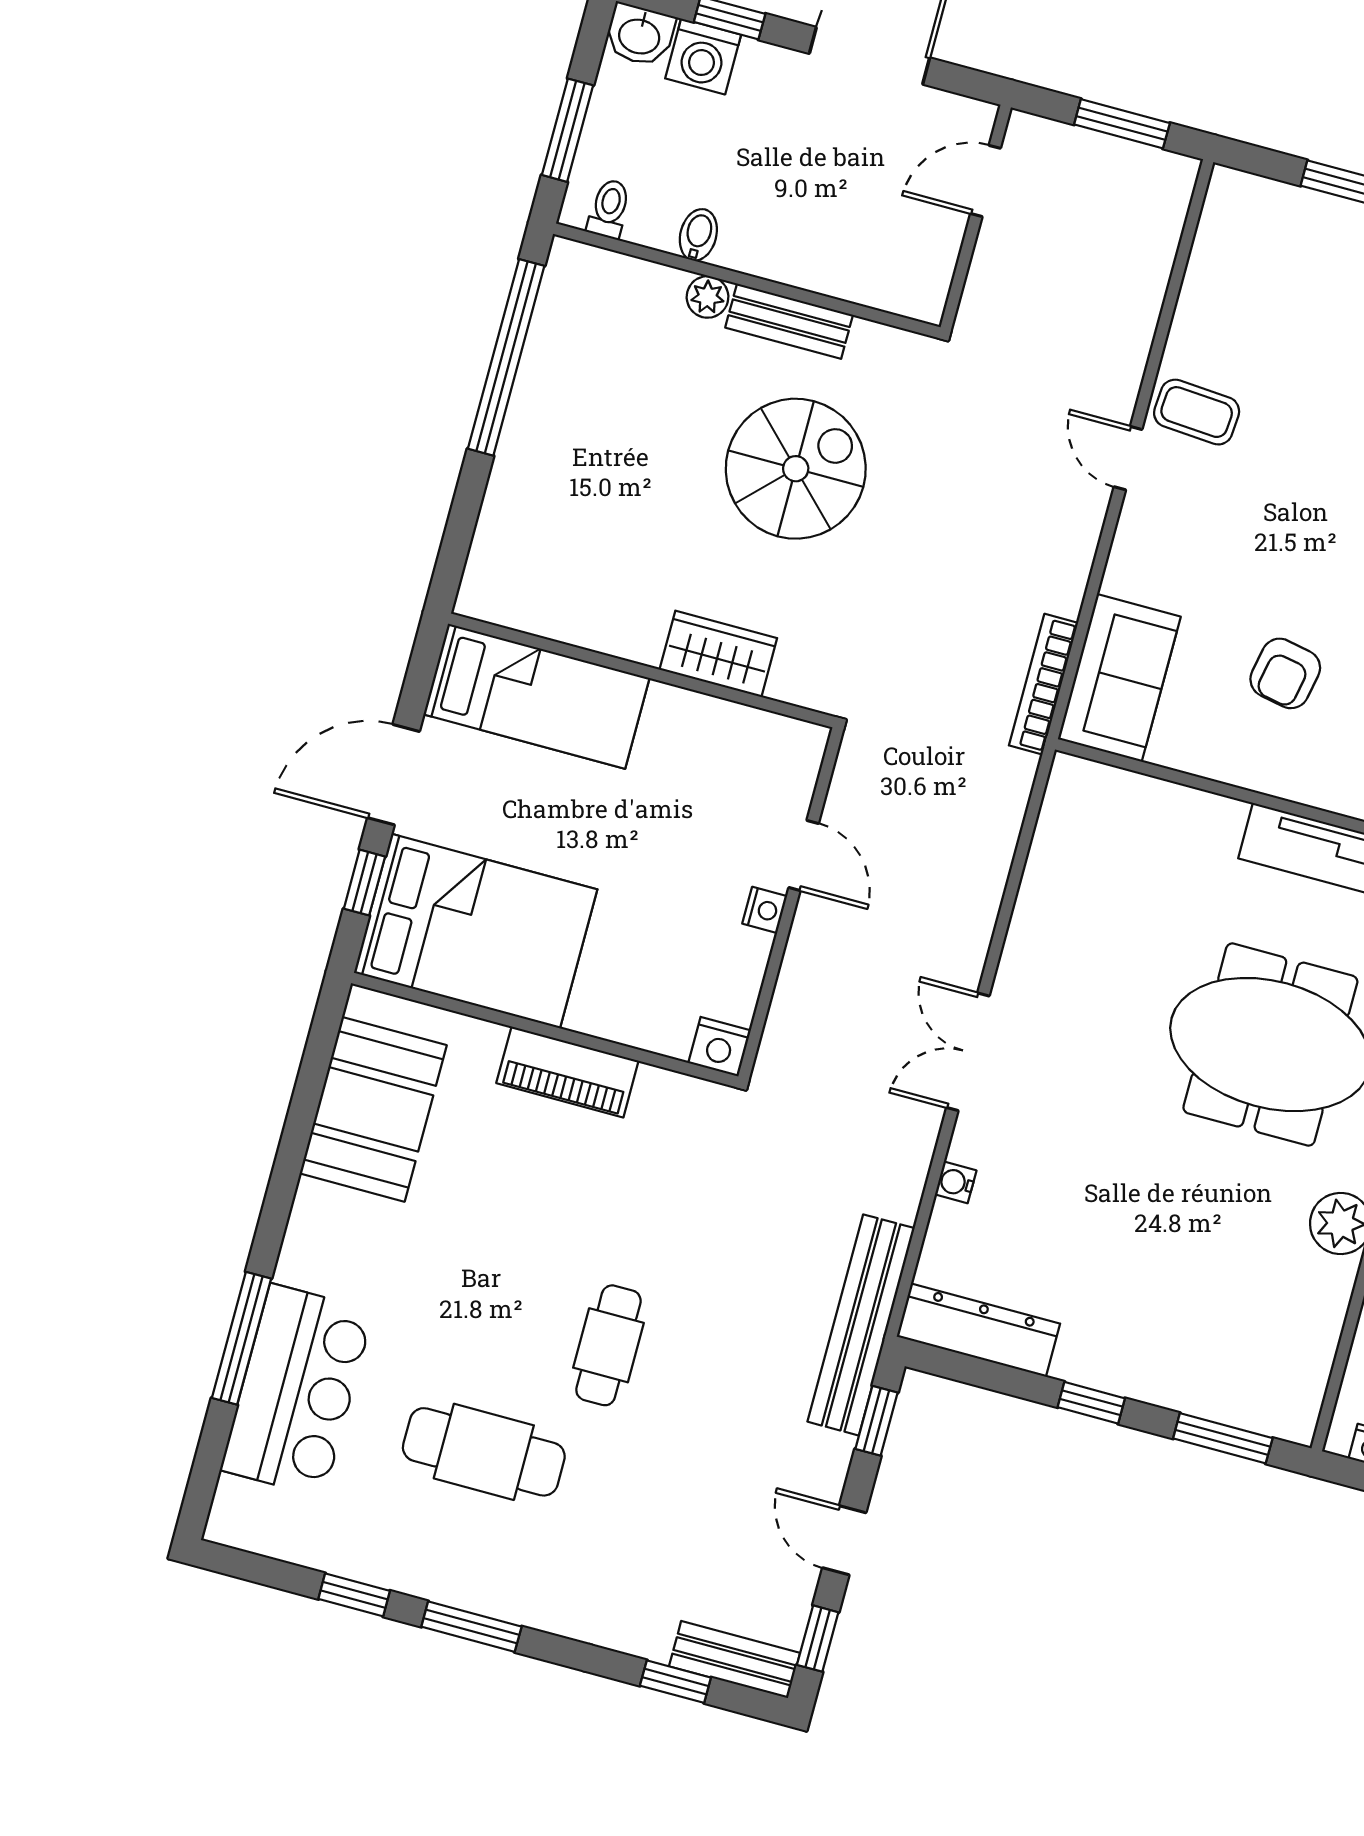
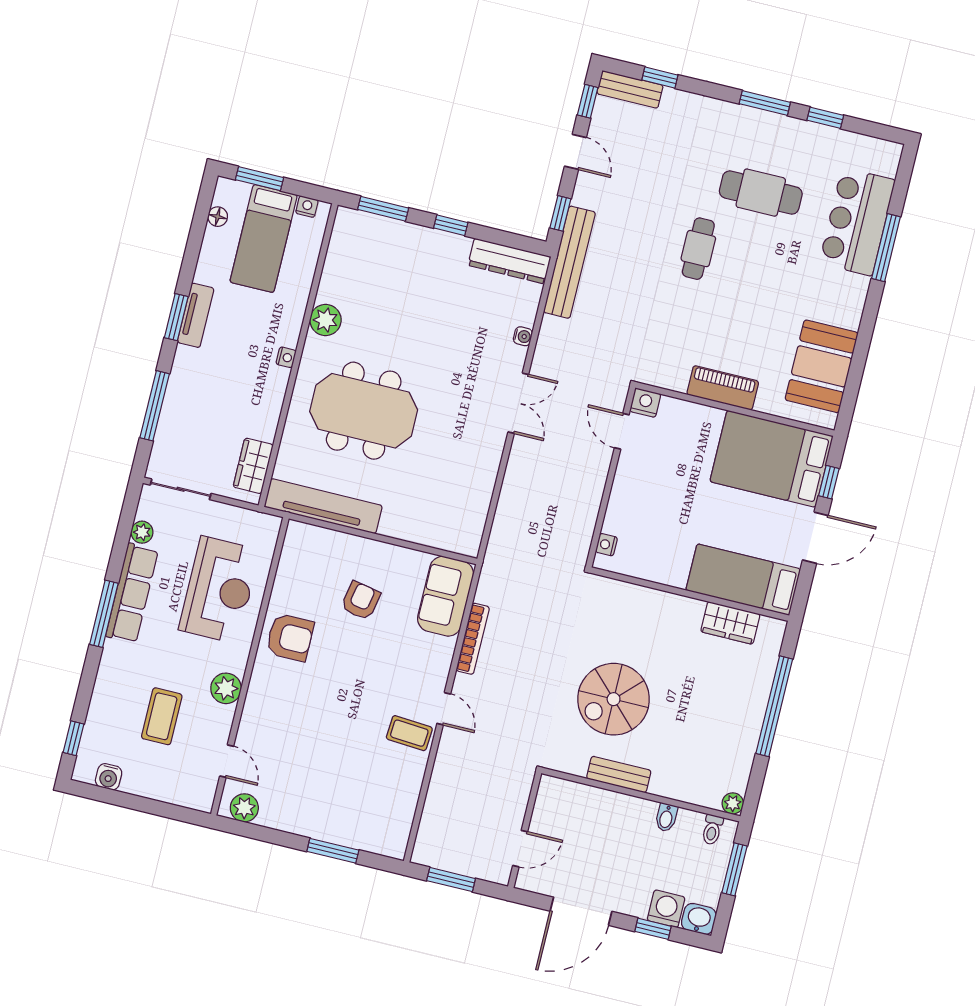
plant: (708, 297) -> (733, 803), moved
window: (506, 357) -> (774, 706), moved
wardrobe: (718, 654) -> (730, 623), moved
bookcase: (1044, 684) -> (473, 639), moved
door: (804, 855) -> (622, 431), moved
nightstand: (765, 910) -> (606, 545), moved

